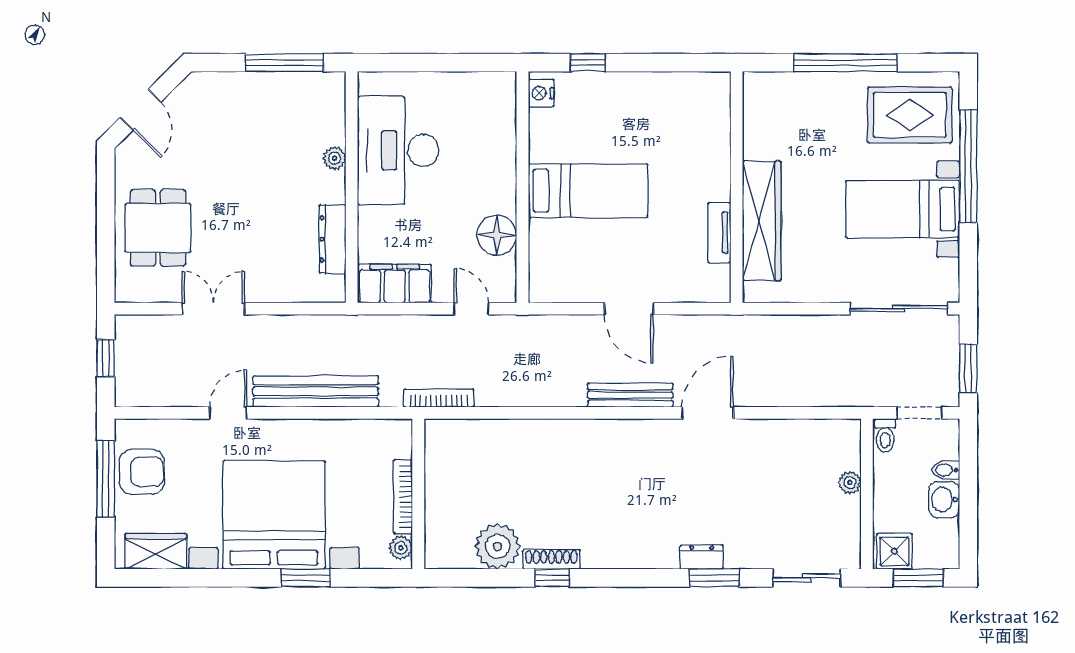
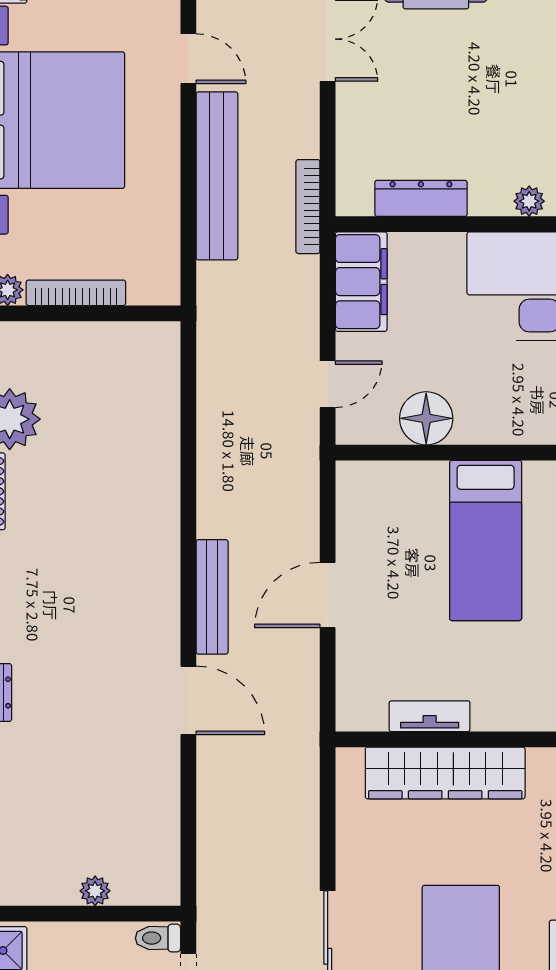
bookcase: (439, 398) -> (308, 207), moved, turned 180

